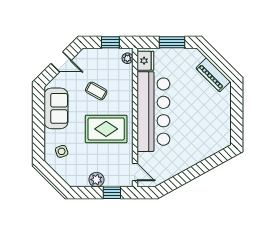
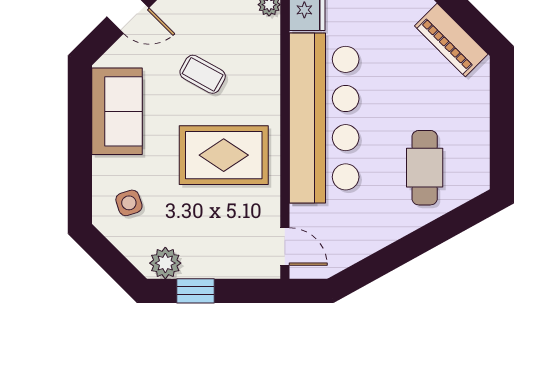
cafe table: (201, 135) -> (425, 168), added
plant: (96, 180) -> (165, 263), moved
window: (112, 193) -> (196, 291), moved

